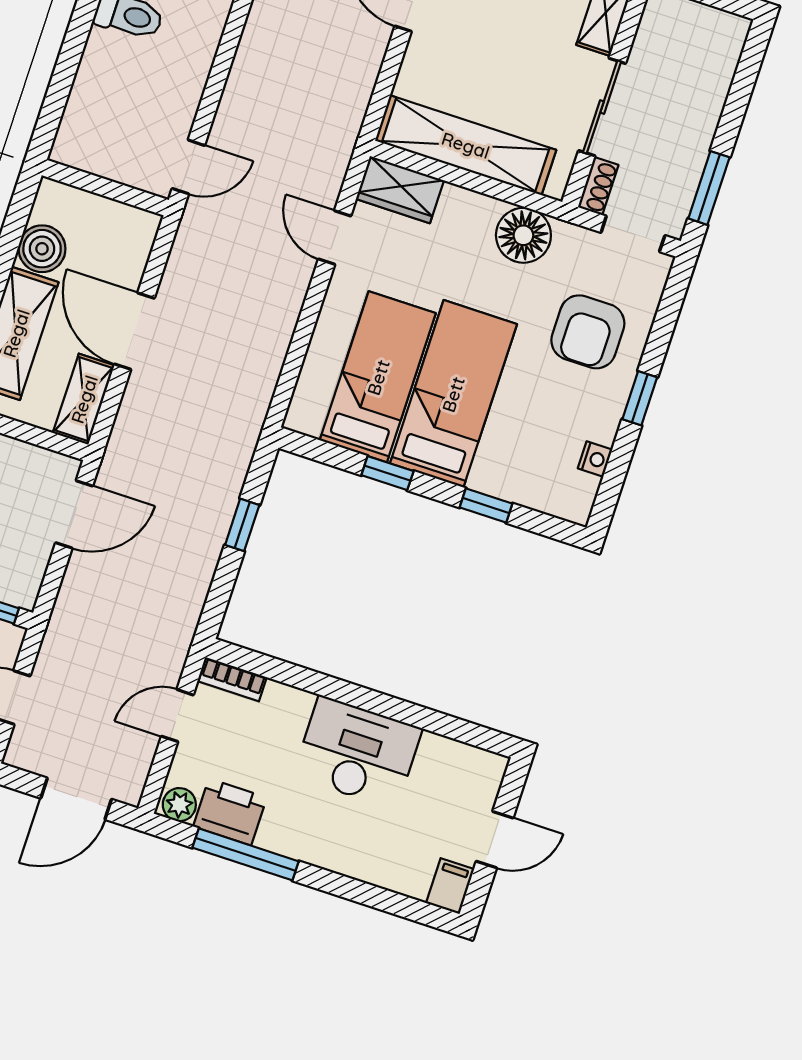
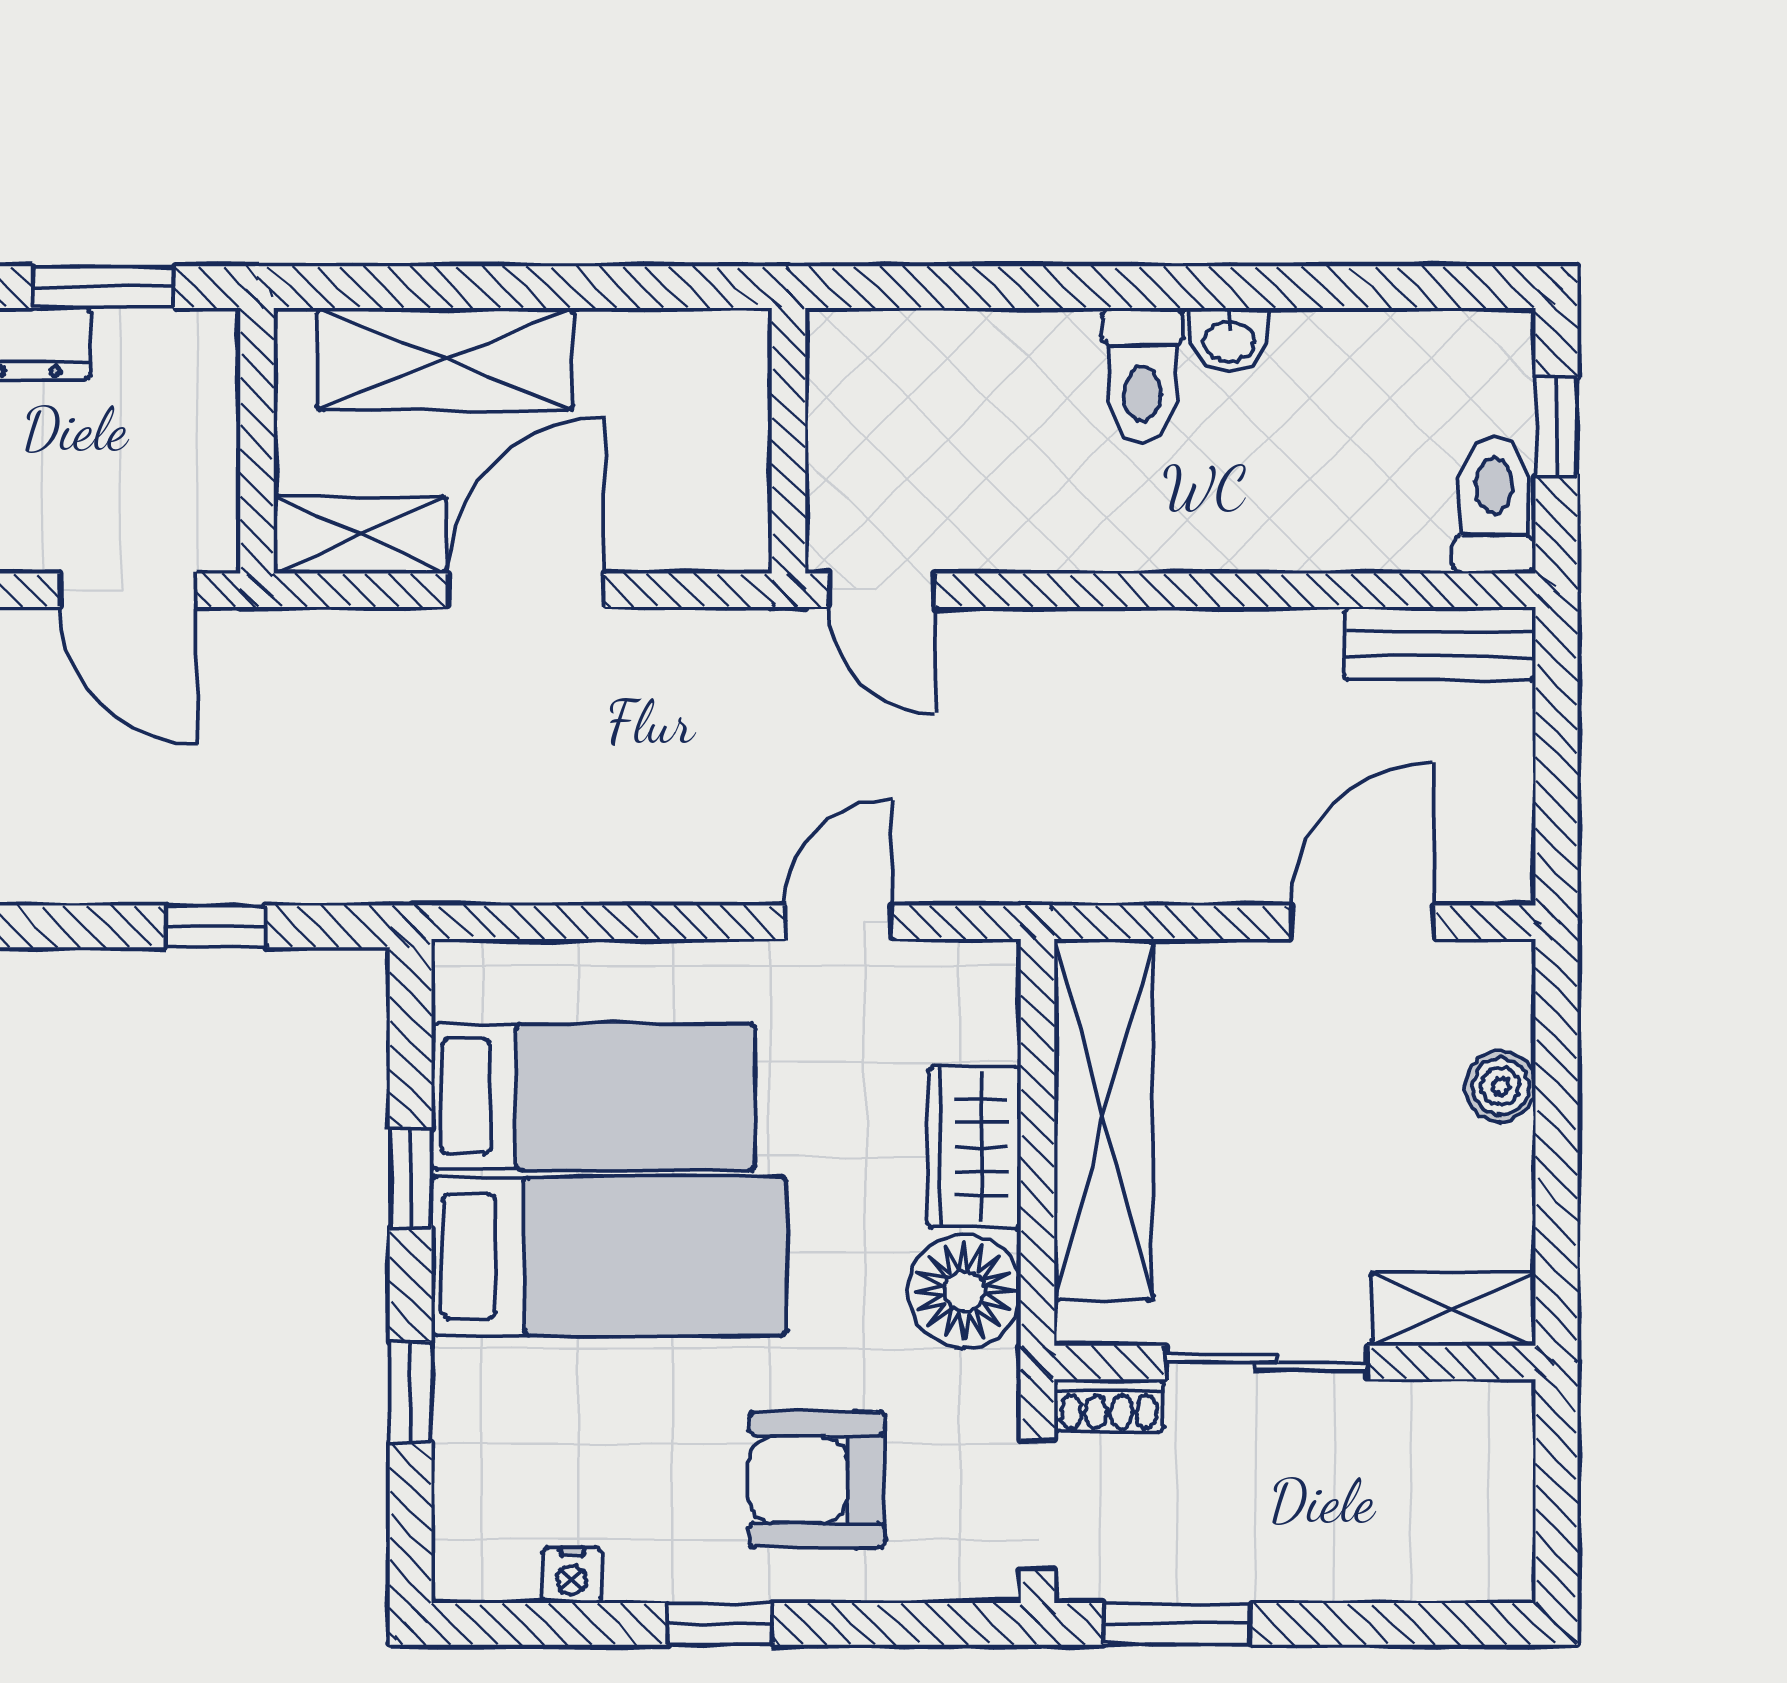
wardrobe: (400, 190) -> (974, 1147), moved
boiler: (42, 249) -> (628, 356), removed

